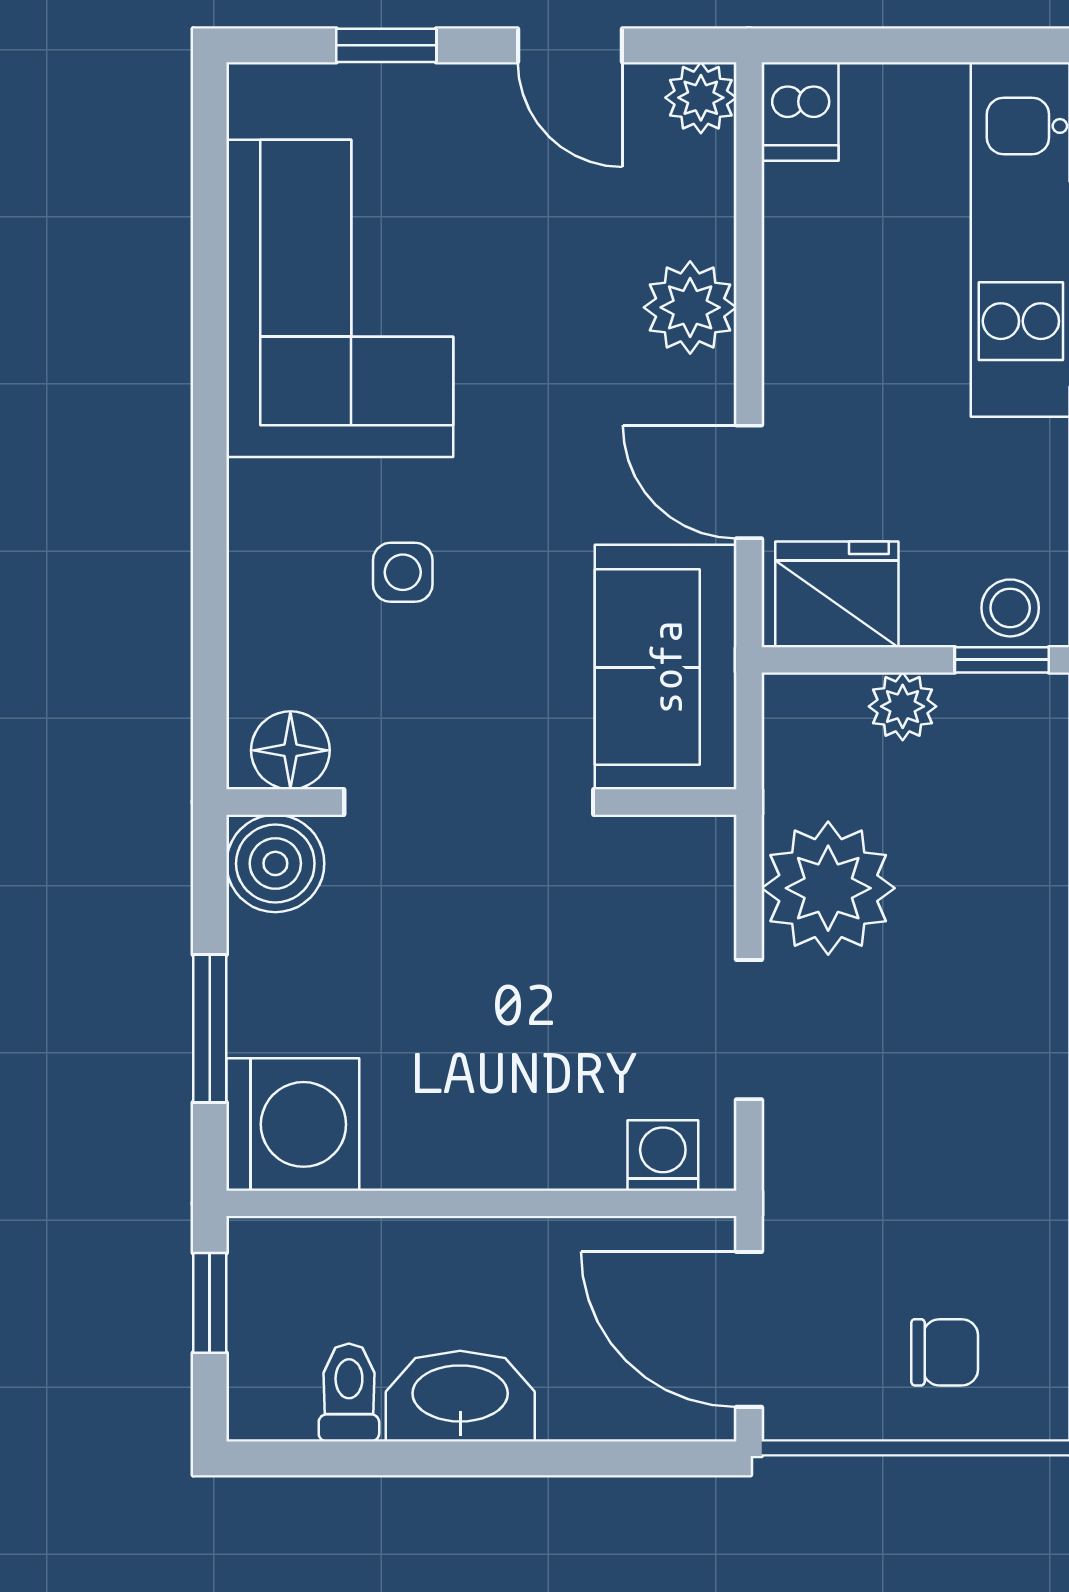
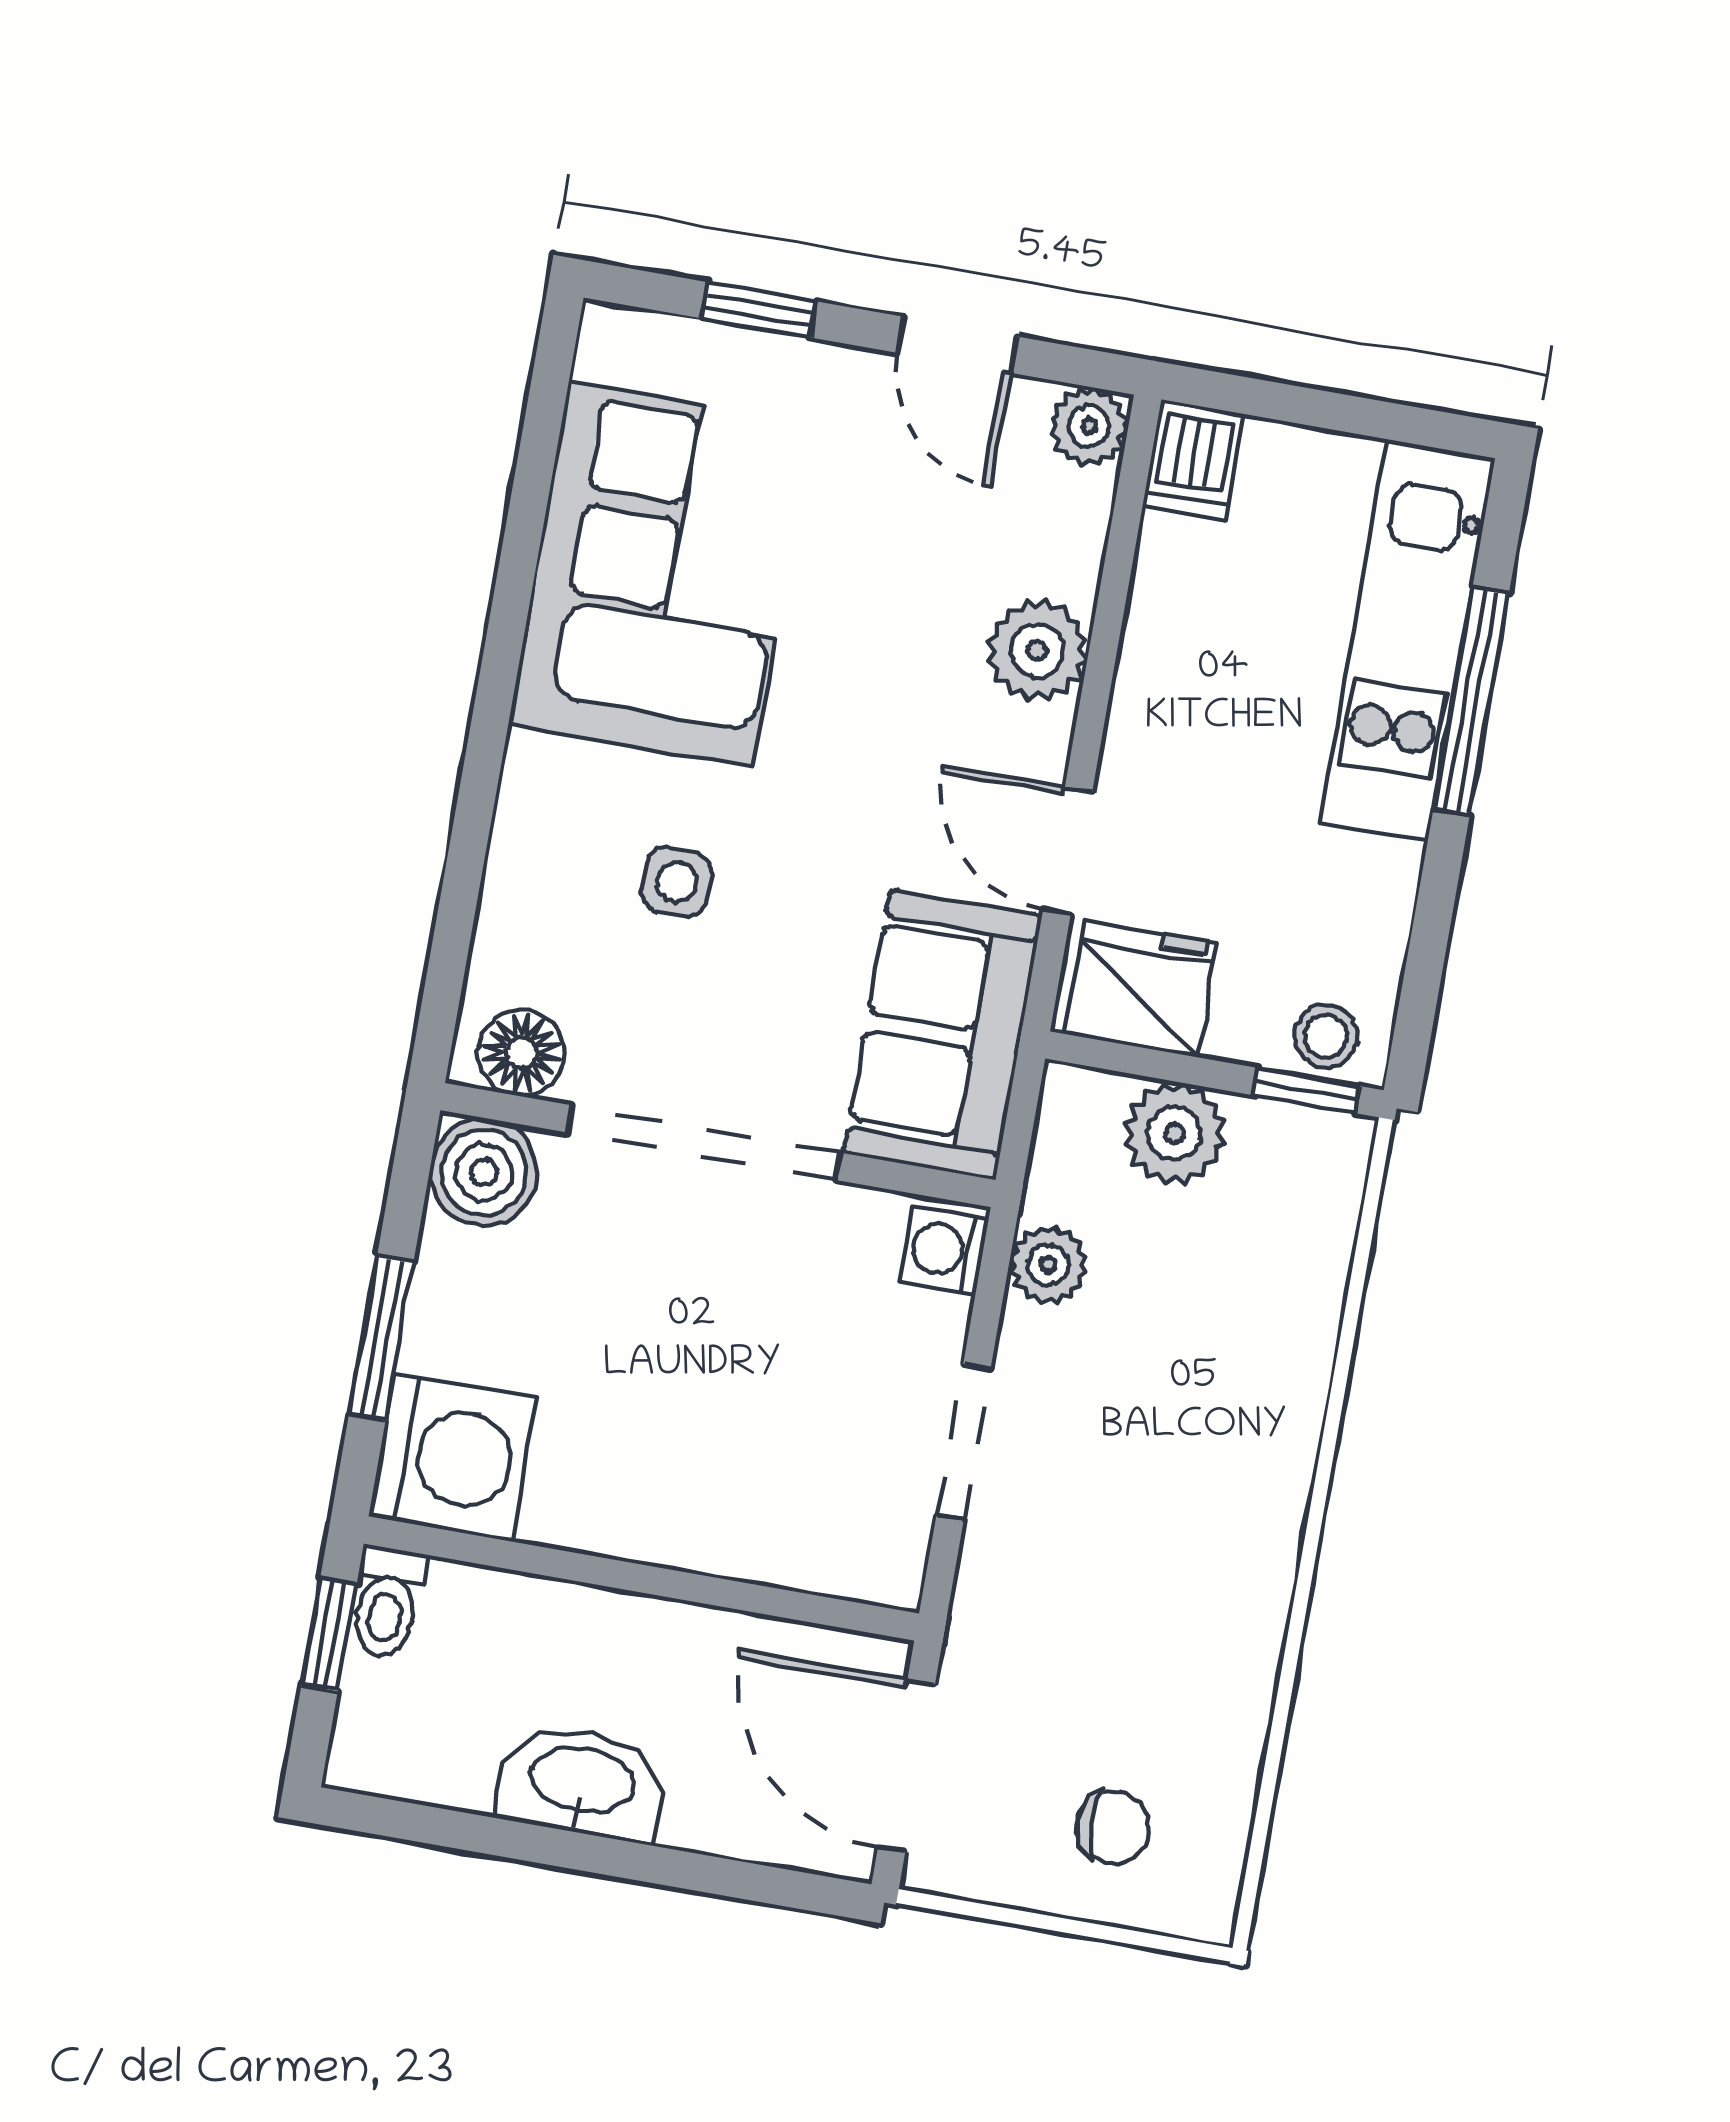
plant: (903, 706) -> (1175, 1133), width x1.38, depth x1.38
plant: (828, 888) -> (1048, 1265), width x0.53, depth x0.53
washing machine: (663, 1156) -> (944, 1250), moved, turned -90
toilet: (349, 1393) -> (387, 1602), moved, turned 180

